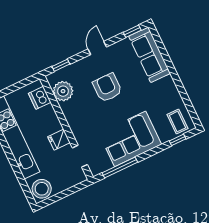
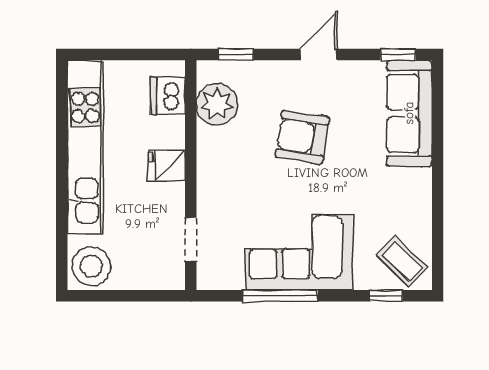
armchair: (107, 88) -> (302, 137), turned -81
coffee table: (177, 122) -> (402, 262), turned -46
fridge: (59, 140) -> (167, 165), moved
window: (120, 167) -> (280, 296), moved

